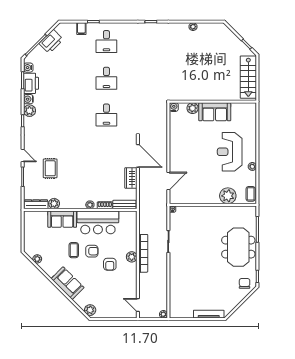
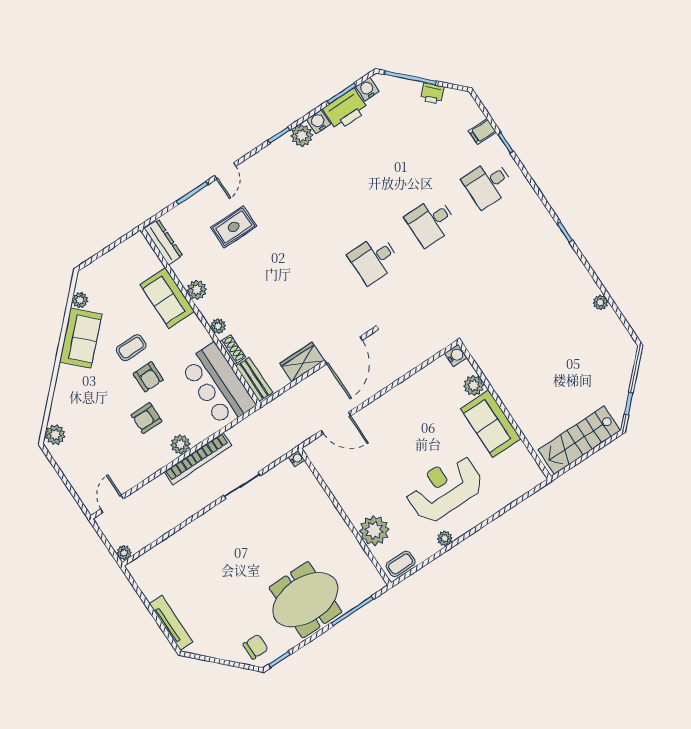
printer: (51, 41) -> (432, 94), width x0.53, depth x0.68
plant: (54, 204) -> (197, 290), moved
bar counter: (98, 222) -> (218, 385), moved
sofa: (68, 283) -> (81, 338), moved

